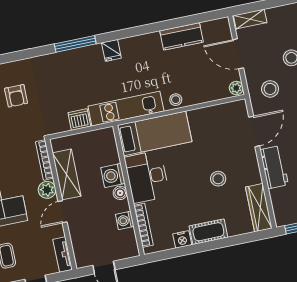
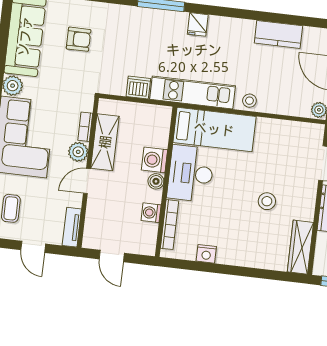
armchair: (16, 96) -> (79, 39), turned -90
bookcase: (45, 160) -> (85, 127), width x0.64
cot: (208, 232) -> (237, 255), removed

